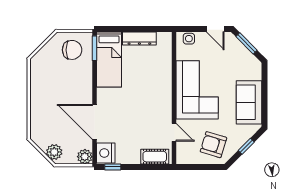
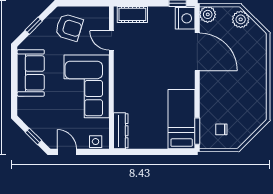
dresser: (139, 38) -> (121, 131), moved, turned 90
window: (246, 43) -> (33, 136), width x0.67
chair: (72, 50) -> (221, 129), width x0.54, depth x0.54

